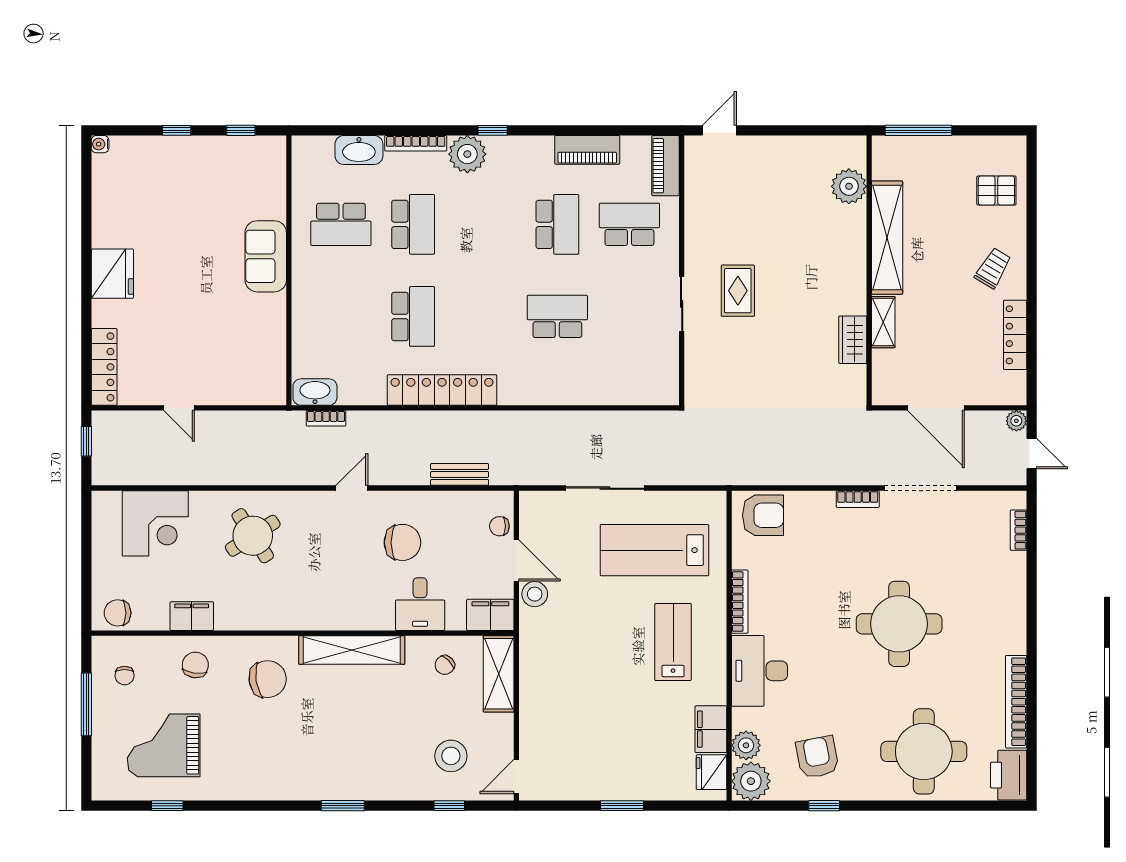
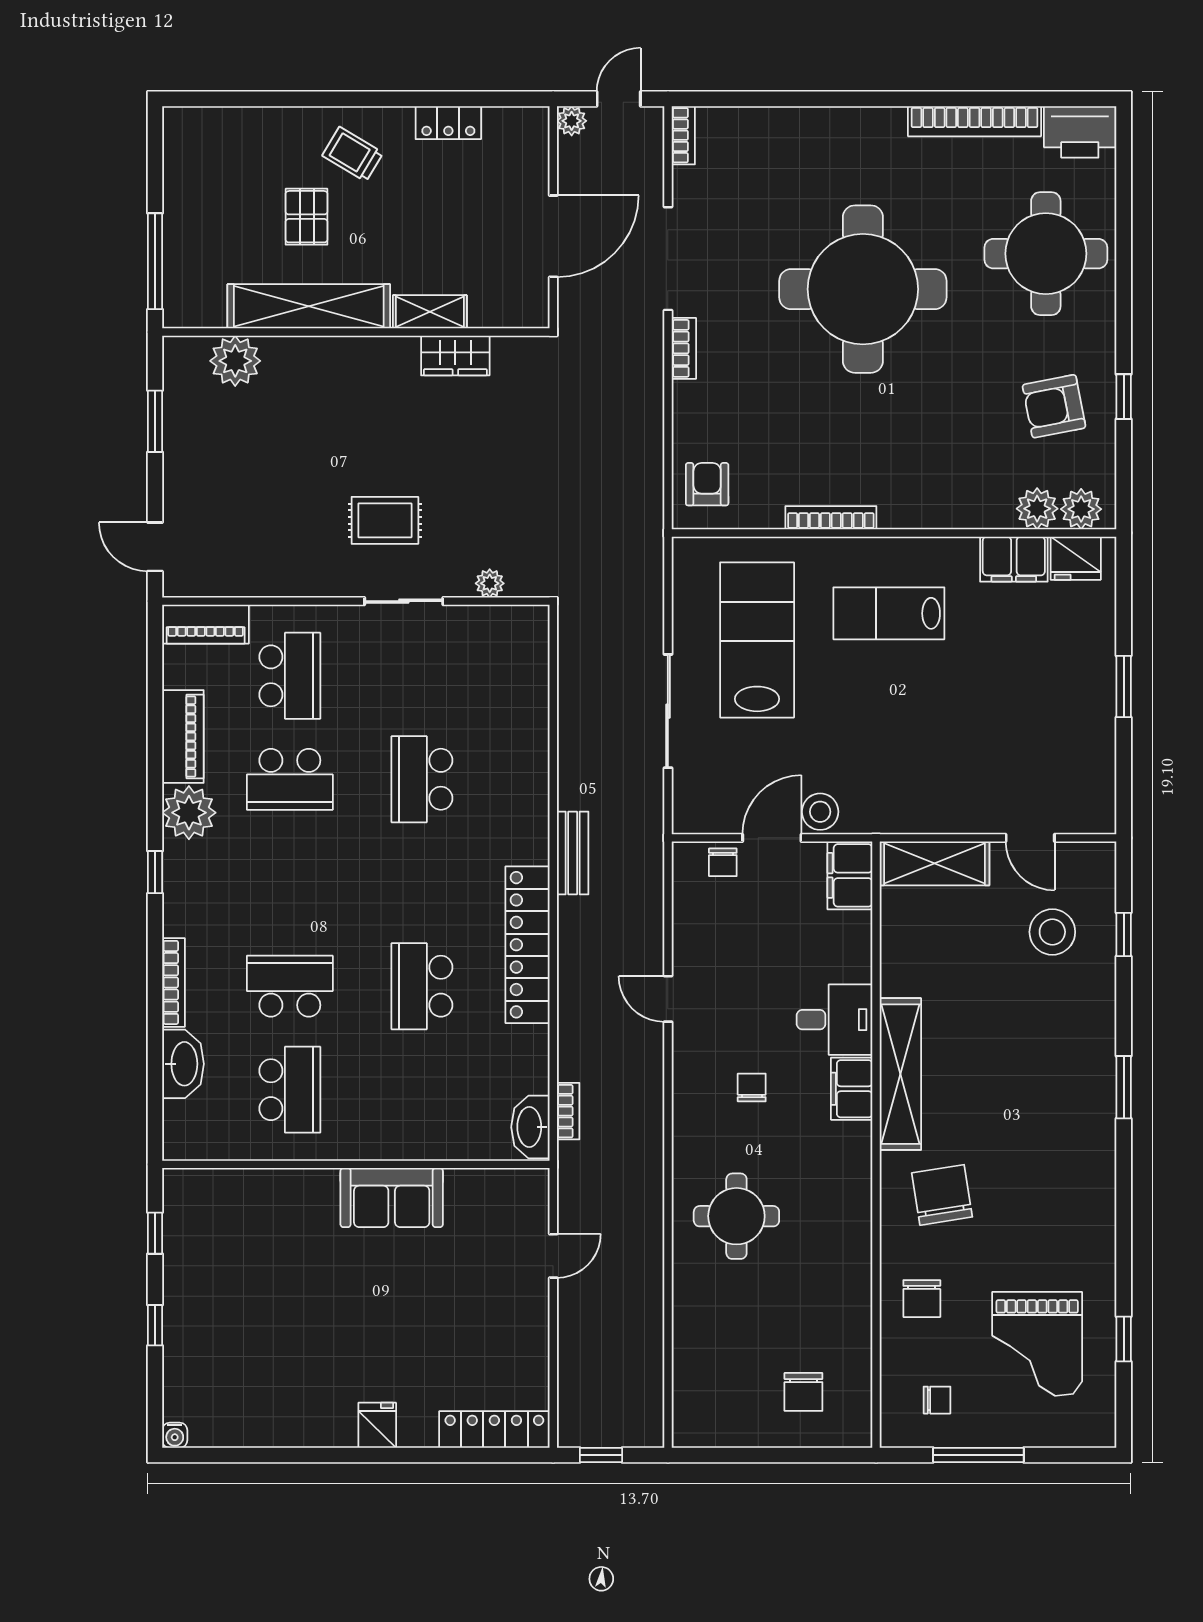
window: (807, 130) -> (155, 421), added
plant: (467, 154) -> (189, 813), moved
pallet: (996, 191) -> (307, 217), moved
school desk: (557, 224) -> (290, 779), turned 180
school desk: (629, 224) -> (290, 676), turned 180
sofa: (266, 256) -> (392, 1198), moved
fridge: (112, 274) -> (377, 1425), width x0.53, depth x0.75
school desk: (413, 316) -> (422, 986), turned -90
locker: (1015, 335) -> (448, 123), width x0.66
plant: (694, 364) -> (490, 583), added
door: (179, 408) -> (553, 1256), moved
bench: (460, 474) -> (573, 853), moved
door: (352, 488) -> (668, 999), moved
armchair: (763, 515) -> (707, 484), width x0.72, depth x0.72
corner desk: (155, 523) -> (719, 1356), removed
bookcase: (1019, 530) -> (683, 135), moved, turned -90
round table: (253, 536) -> (736, 1216), turned 33
chair: (402, 542) -> (752, 1088), moved, width x0.54, depth x0.54
lab bench: (654, 550) -> (757, 640), turned 180
desk: (420, 604) -> (835, 1020), moved
chair: (118, 613) -> (803, 1392), moved
filing cabinet: (192, 616) -> (852, 1089), moved
round table: (899, 624) -> (863, 289), width x1.36, depth x1.36
chair: (195, 665) -> (922, 1299), turned -98
chair: (445, 665) -> (922, 941), removed
desk: (759, 671) -> (930, 489), removed
door: (516, 777) -> (1030, 838), moved
plant: (751, 781) -> (1081, 509), width x0.73, depth x0.73

